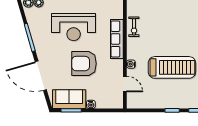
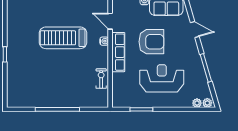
row of seats: (117, 39) -> (118, 52), moved
door: (41, 76) -> (195, 30), width x0.53

